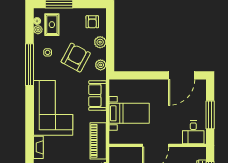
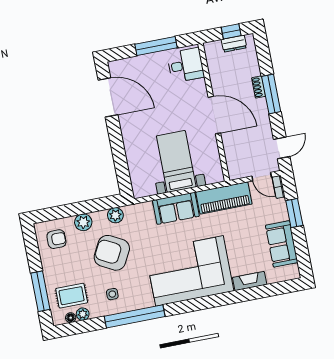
sofa: (97, 96) -> (176, 208), moved

